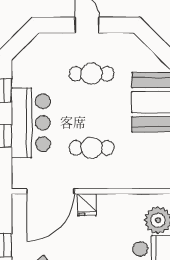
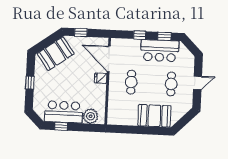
bar counter: (31, 123) -> (160, 51), moved

